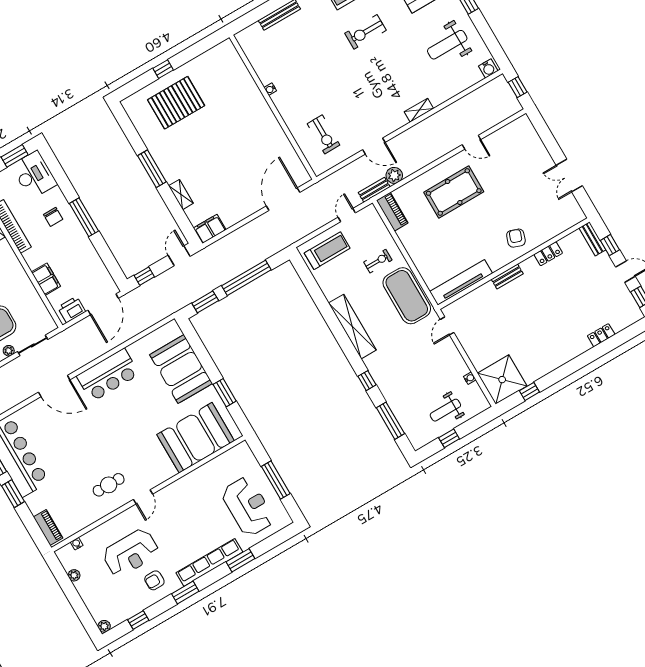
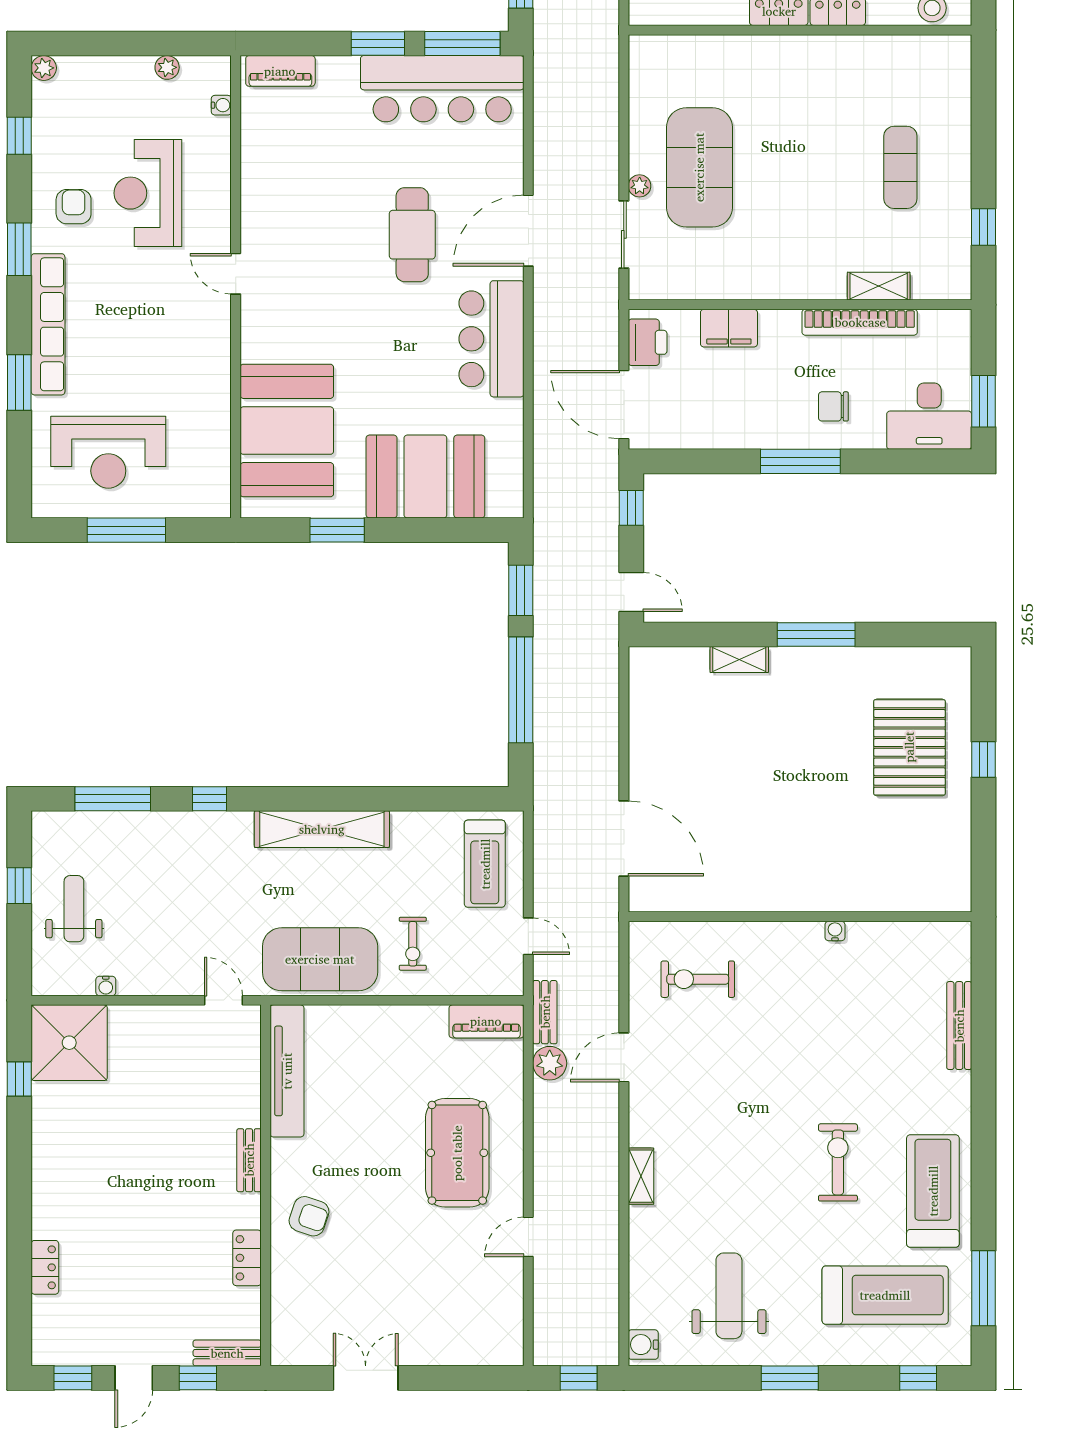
filing cabinet: (210, 229) -> (647, 675), removed
cafe table: (109, 485) -> (412, 235), moved, width x1.37, depth x1.35

